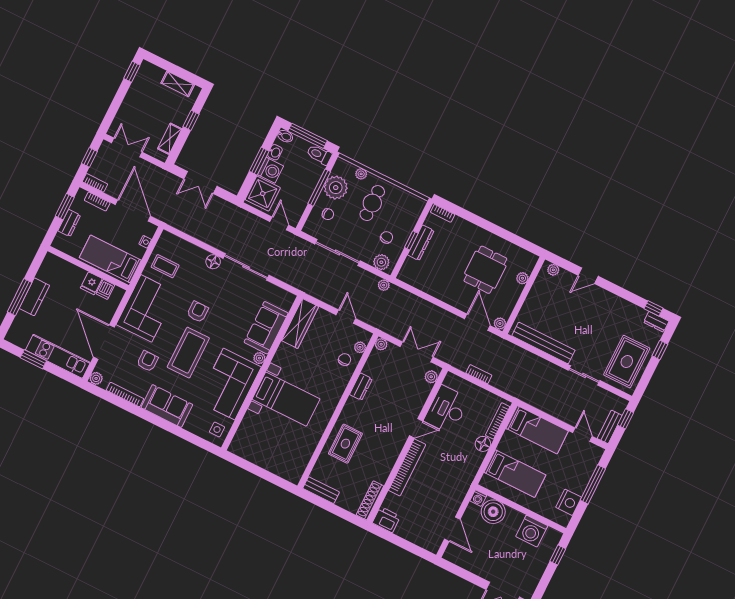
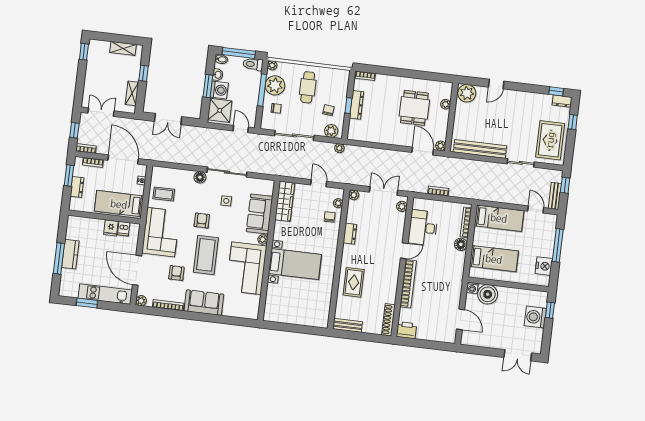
plant: (361, 174) -> (272, 65), moved
plant: (553, 270) -> (467, 93), width x1.88, depth x1.88
side table: (217, 429) -> (226, 201), moved
washing machine: (532, 531) -> (535, 317), moved, turned 90

